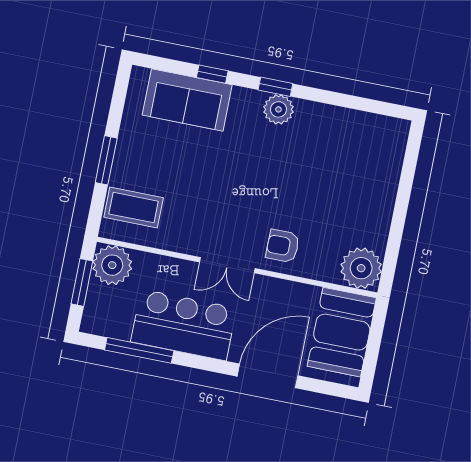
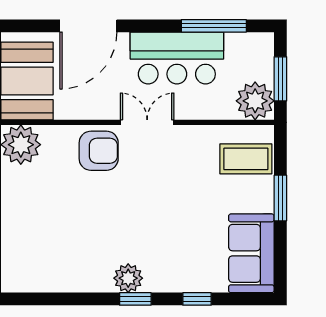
sofa: (187, 100) -> (251, 253), moved, turned -90
armchair: (283, 246) -> (99, 151), width x1.38, depth x1.38

